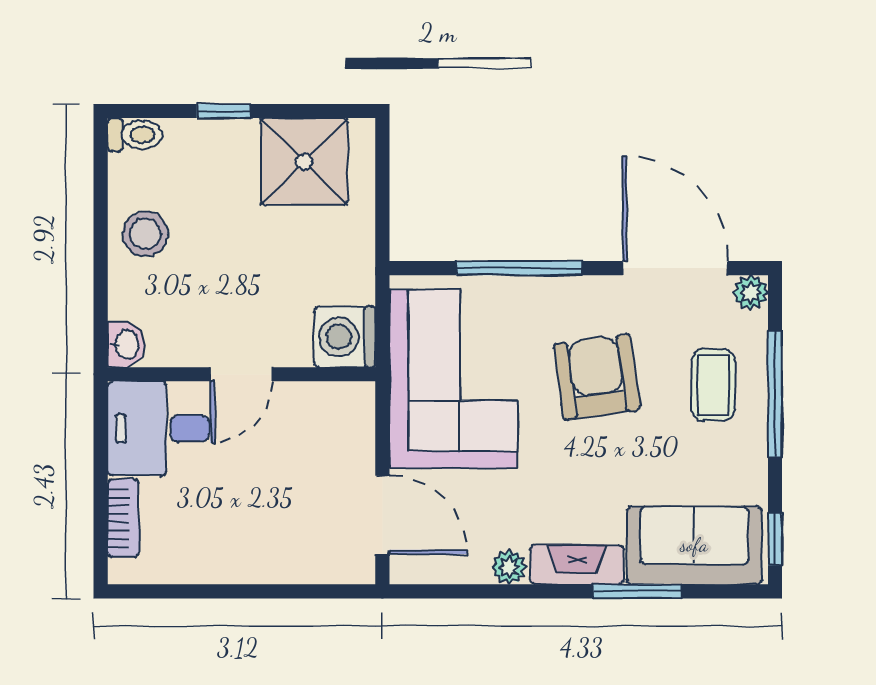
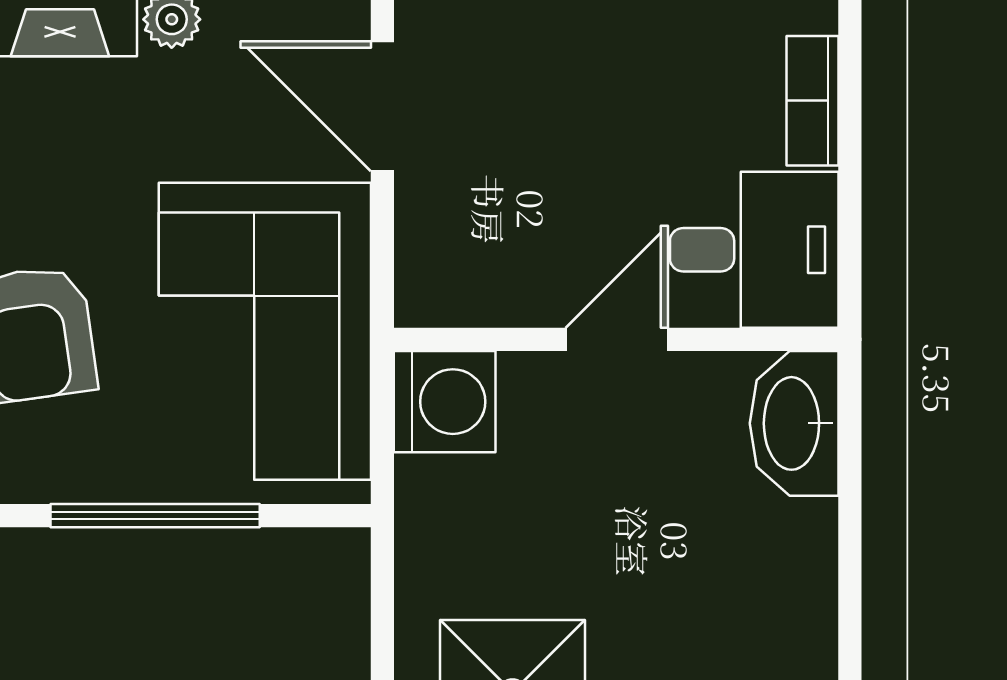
stool: (145, 234) -> (776, 573), removed
washbasin: (126, 345) -> (794, 423), width x1.91, depth x1.45

